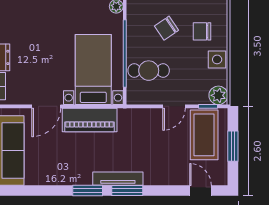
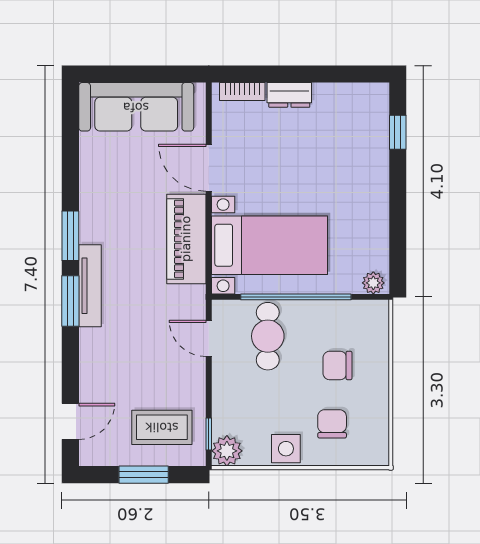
chair: (166, 28) -> (337, 365), turned -56
door: (174, 106) -> (209, 338), moved
coffee table: (204, 135) -> (162, 427), width x0.73, depth x0.76

